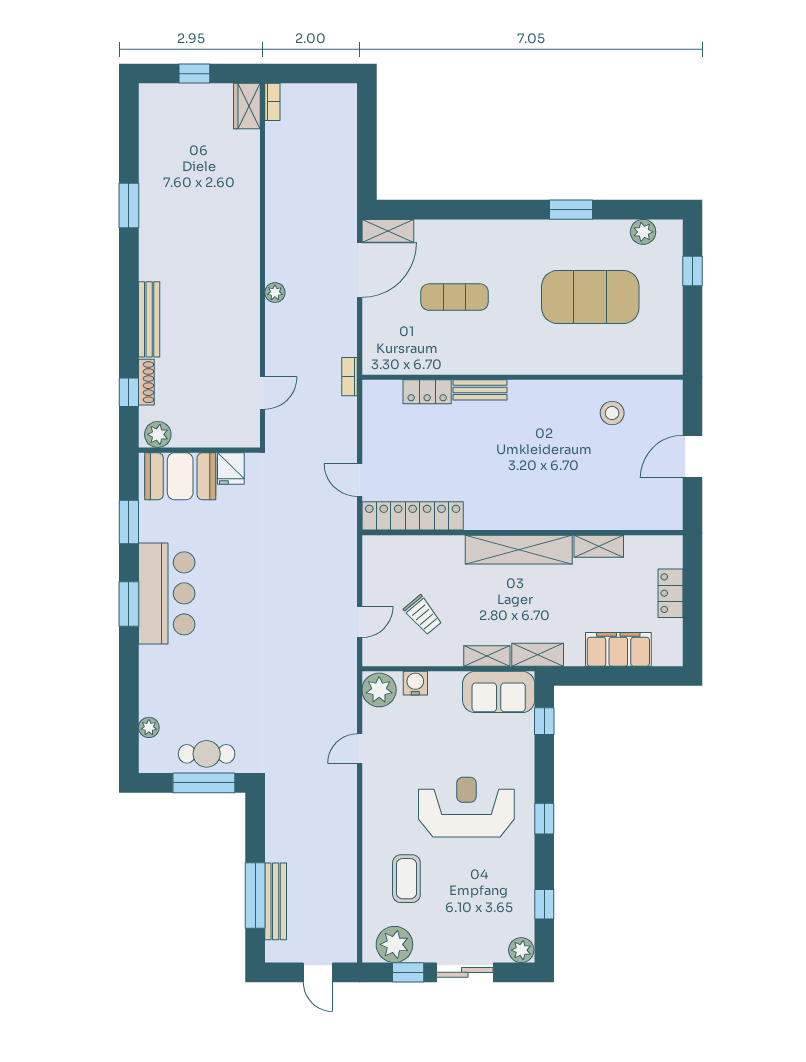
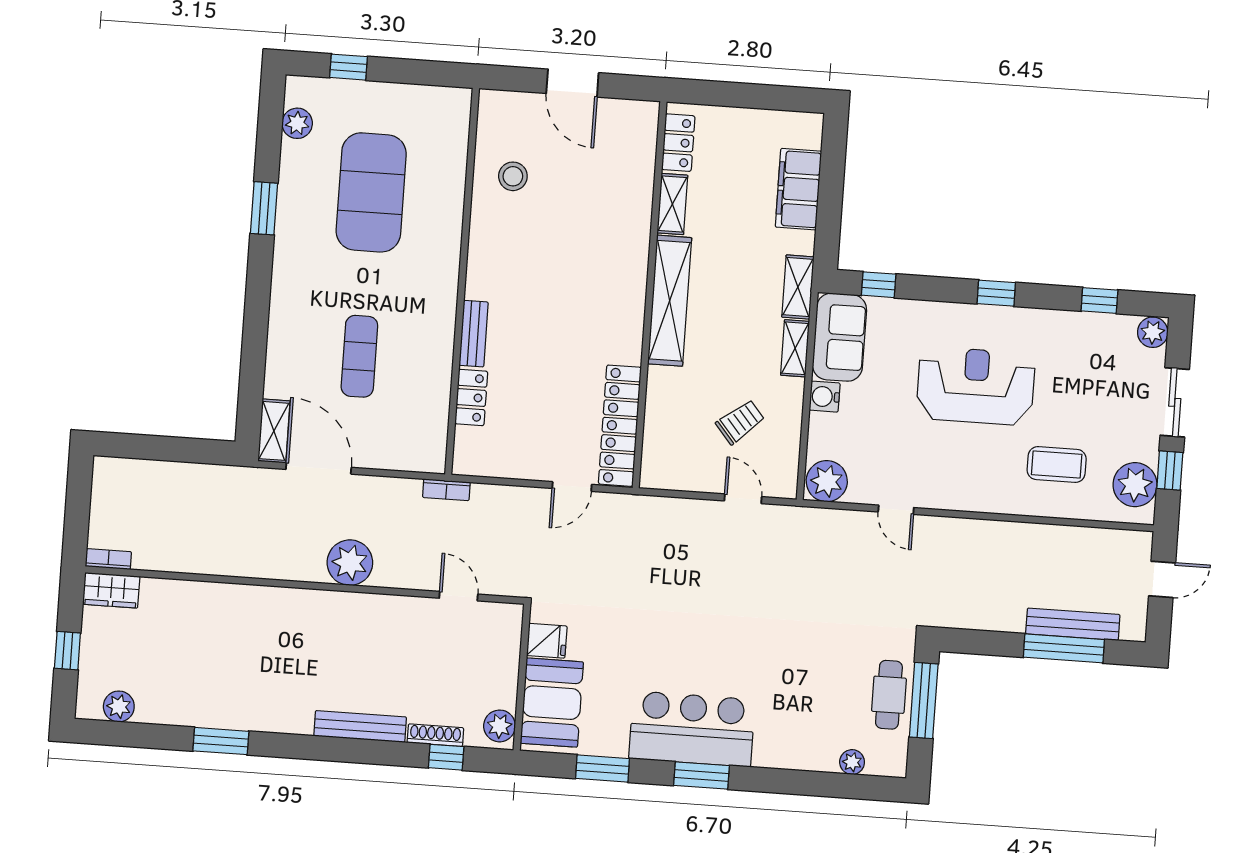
plant: (151, 119) -> (119, 706), added
plant: (275, 293) -> (350, 563), width x1.87, depth x1.87
locker: (670, 593) -> (678, 143), moved, turned -90
water cooler: (415, 683) -> (825, 397), moved
reception desk: (466, 807) -> (976, 386), turned 90

